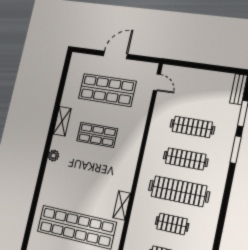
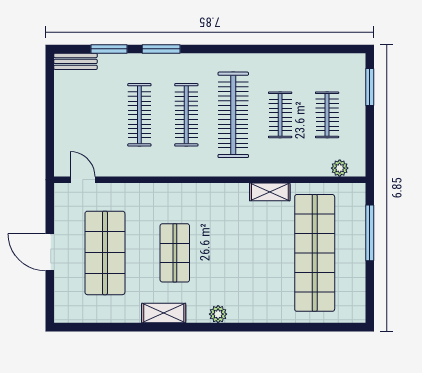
door: (157, 82) -> (83, 180), hinge flipped

